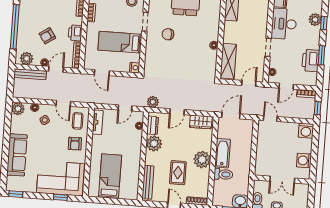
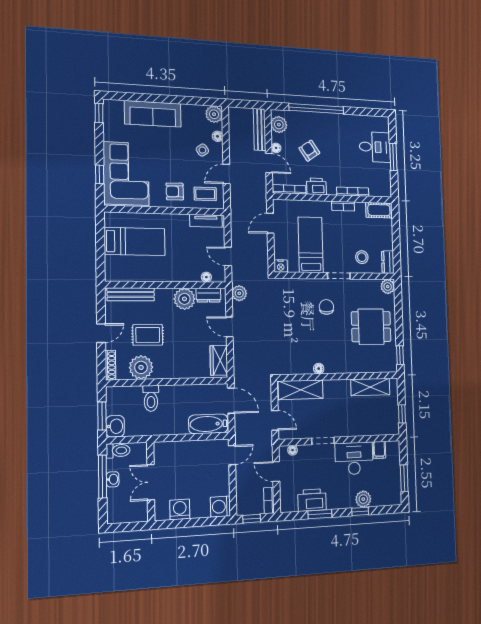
bathtub: (222, 153) -> (208, 424), moved, turned 180
plant: (202, 160) -> (141, 367), moved

